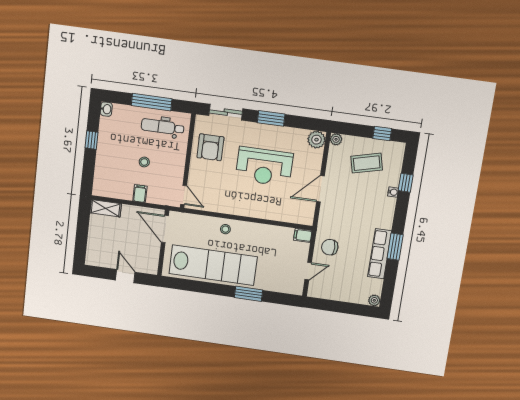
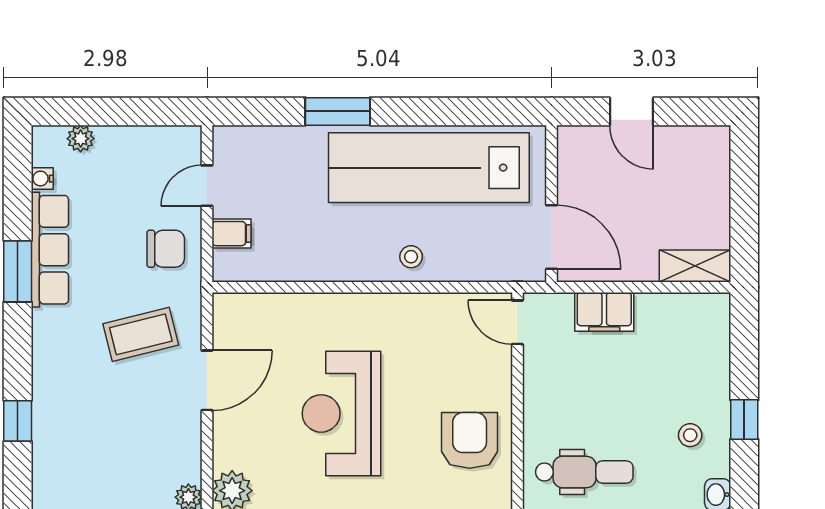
stool: (144, 162) -> (690, 435), moved
coffee table: (367, 163) -> (141, 334), moved
reception desk: (264, 167) -> (341, 413), turned -90
water cooler: (393, 192) -> (42, 179), moved
filing cabinet: (140, 194) -> (604, 312), width x2.00
filing cabinet: (303, 235) -> (232, 234), moved
plant: (374, 300) -> (81, 139), moved

